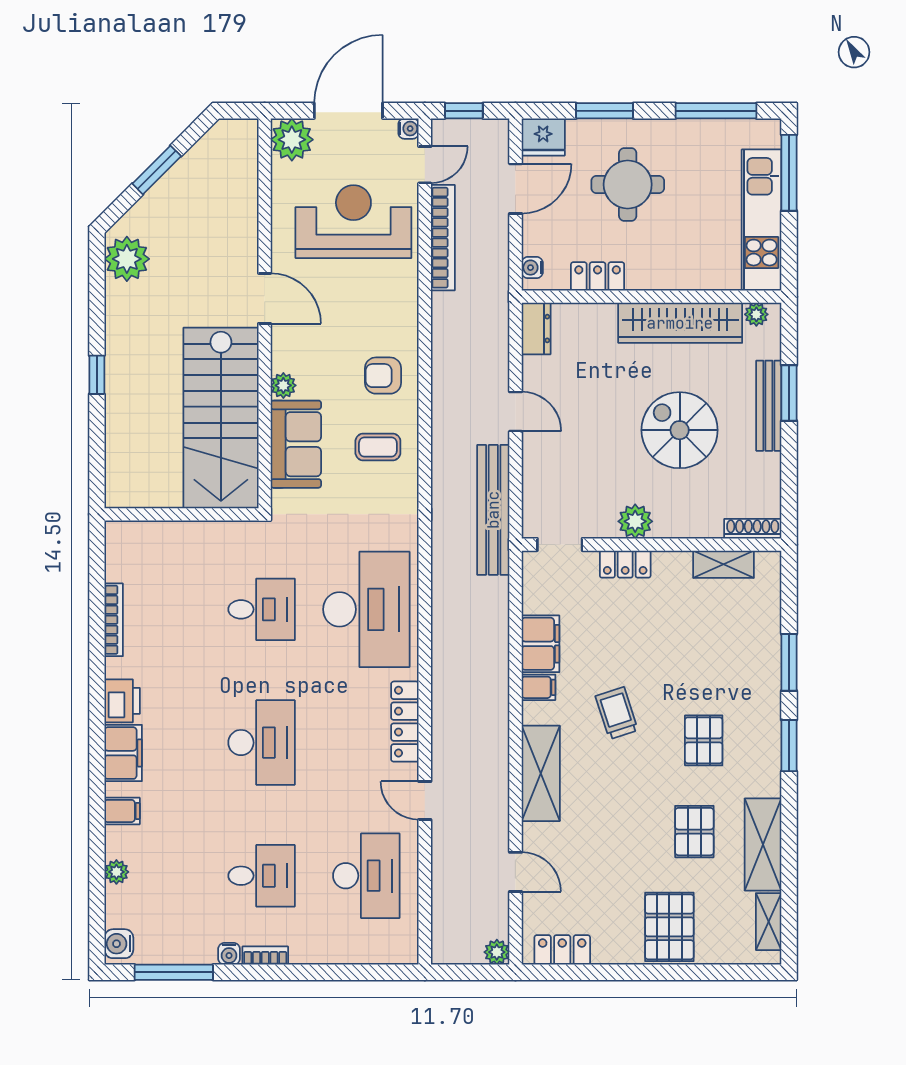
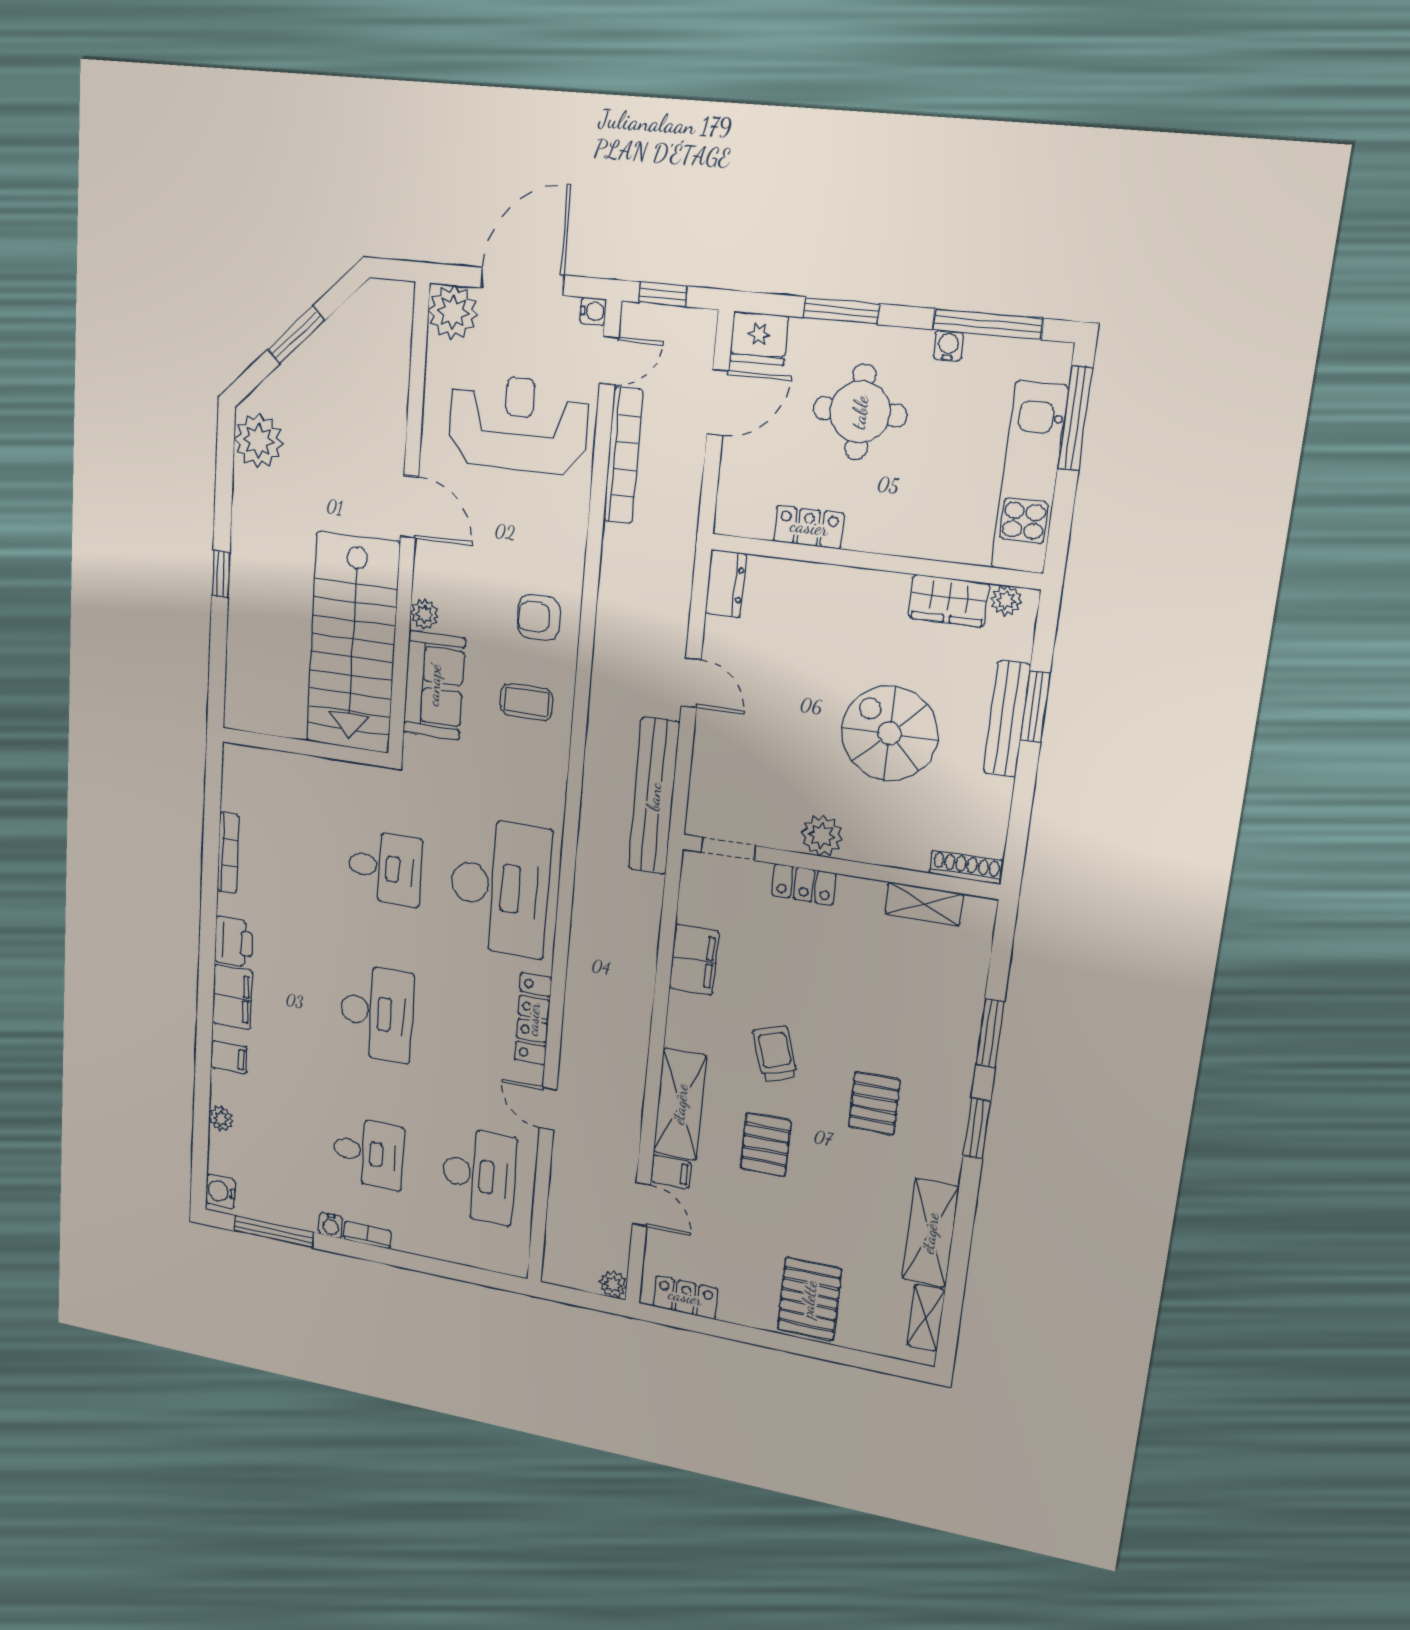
water cooler: (532, 268) -> (948, 346), moved, turned 90
wardrobe: (680, 323) -> (949, 601), width x0.48, depth x0.85
filing cabinet: (538, 687) -> (671, 1172), moved
pallet: (694, 832) -> (766, 1145), moved

